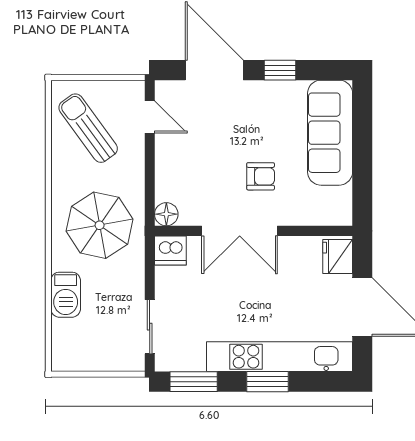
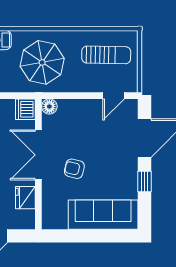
sun lounger: (88, 128) -> (106, 55), turned 37
armchair: (261, 176) -> (74, 169), turned 104
fridge: (338, 257) -> (25, 198), moved, turned -90

